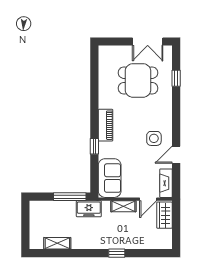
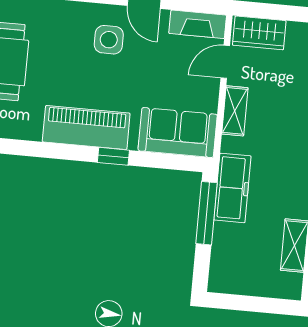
piano: (106, 125) -> (86, 128), width x1.37, depth x1.33
door: (148, 199) -> (225, 62), swing flipped
freezer: (89, 209) -> (232, 188), width x1.40

